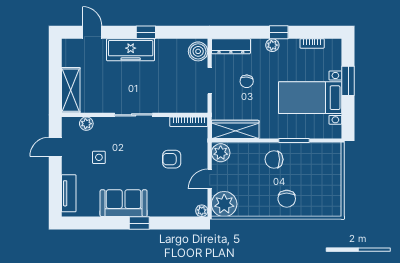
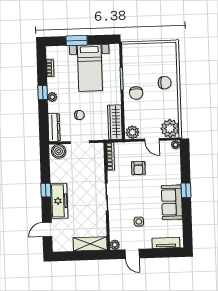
plant: (86, 124) -> (115, 245), moved

